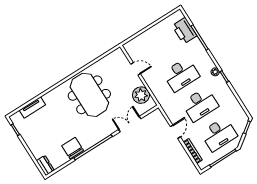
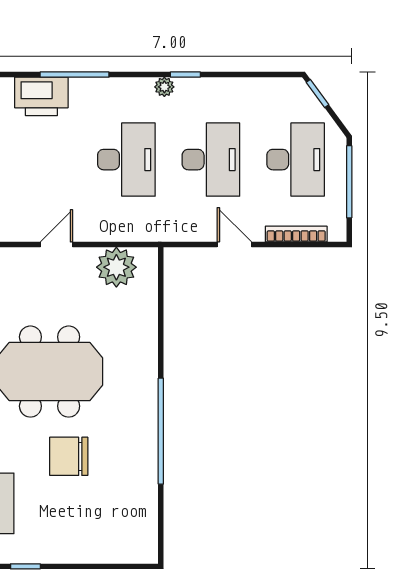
double door: (130, 124) -> (161, 327), removed
chair: (73, 148) -> (69, 456), moved
dresser: (45, 166) -> (136, 552), removed

